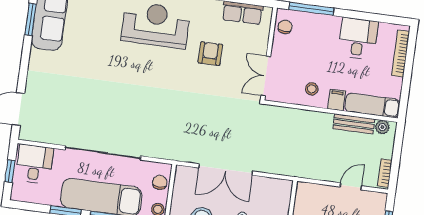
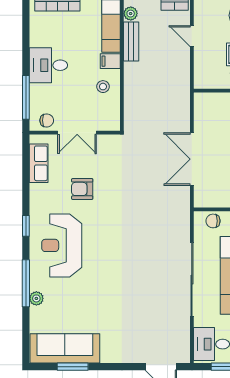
chair: (285, 27) -> (47, 120), turned 180
desk: (358, 38) -> (48, 65), moved
double door: (266, 76) -> (77, 133), moved
double door: (226, 169) -> (192, 159), swing flipped

